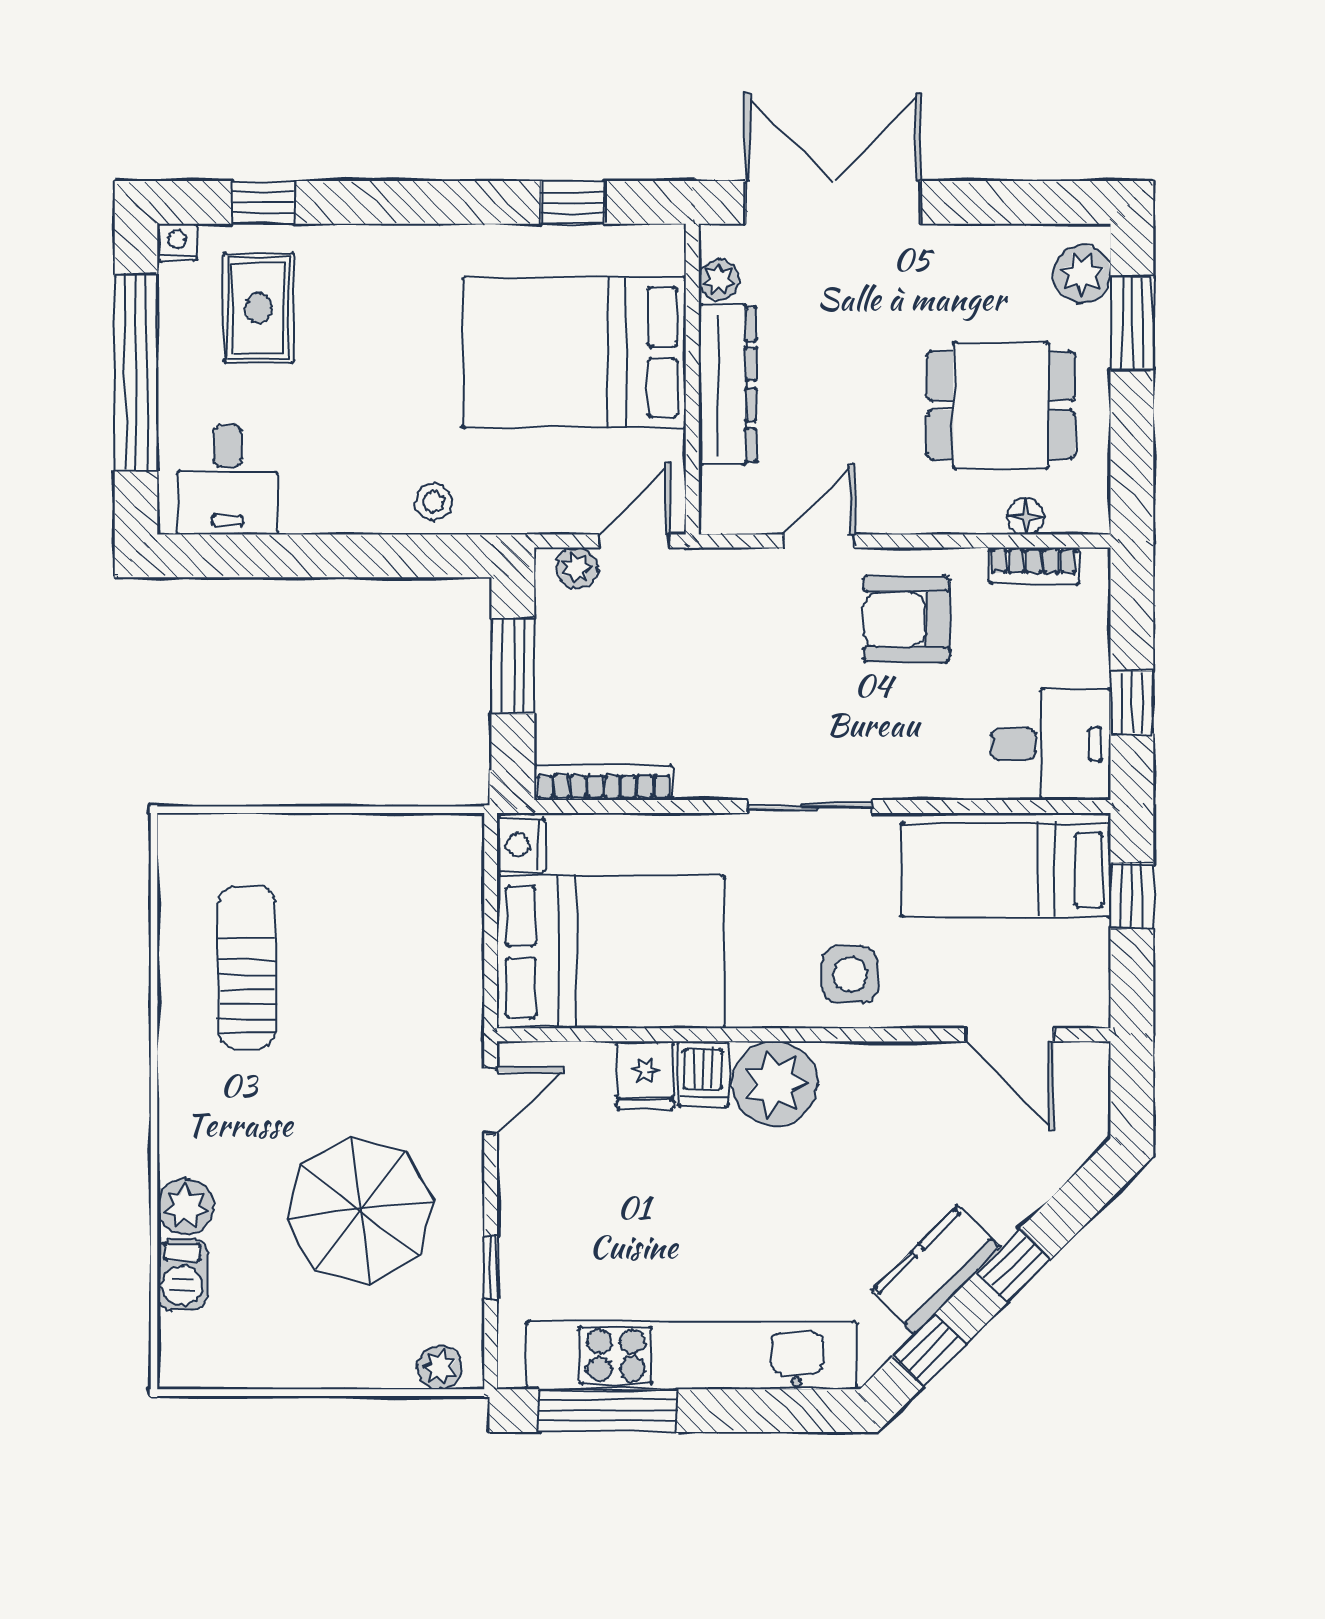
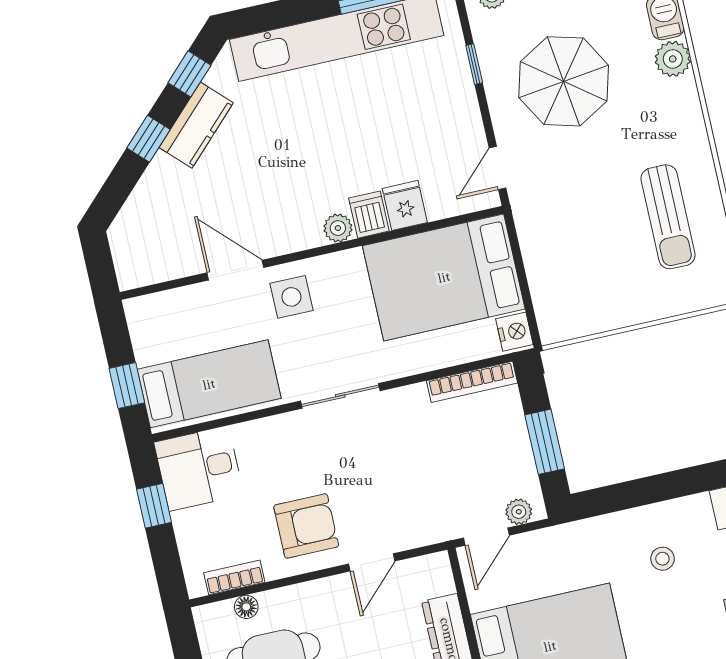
stool: (433, 502) -> (662, 559), moved
door: (1010, 1035) -> (235, 270), moved
plant: (775, 1083) -> (338, 228), width x0.53, depth x0.53

